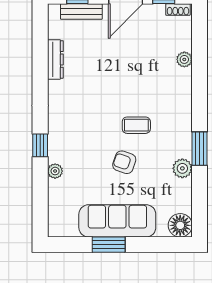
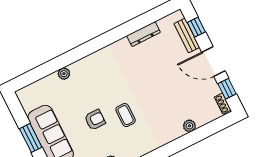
window: (40, 145) -> (77, 54), removed
armchair: (124, 162) -> (95, 120), turned 71

